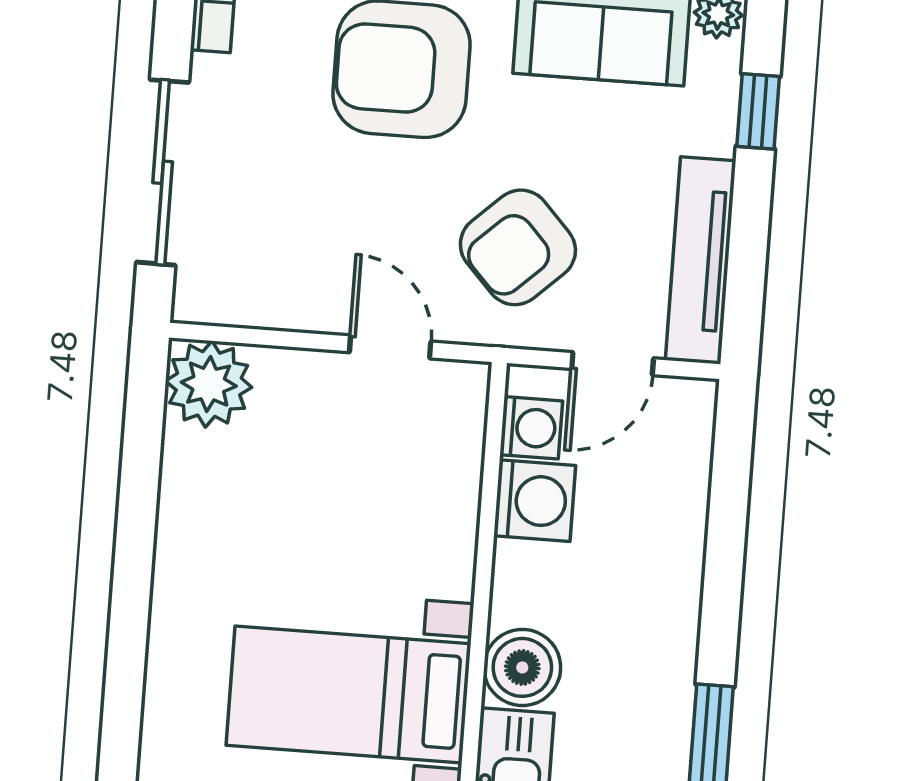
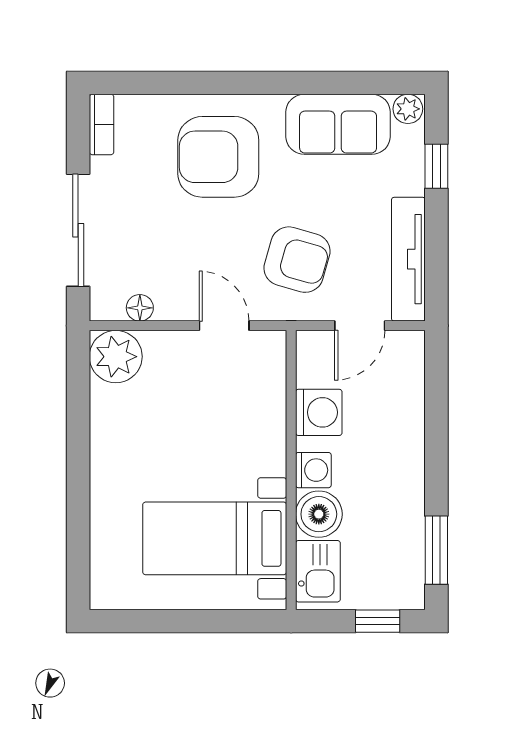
armchair: (518, 247) -> (297, 260), turned -121
floor lamp: (254, 307) -> (140, 308), added
washing machine: (531, 428) -> (313, 470), moved

